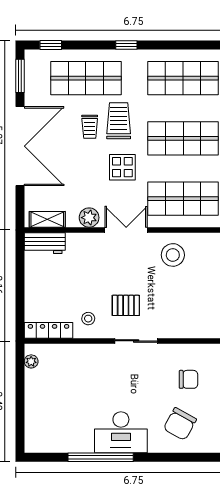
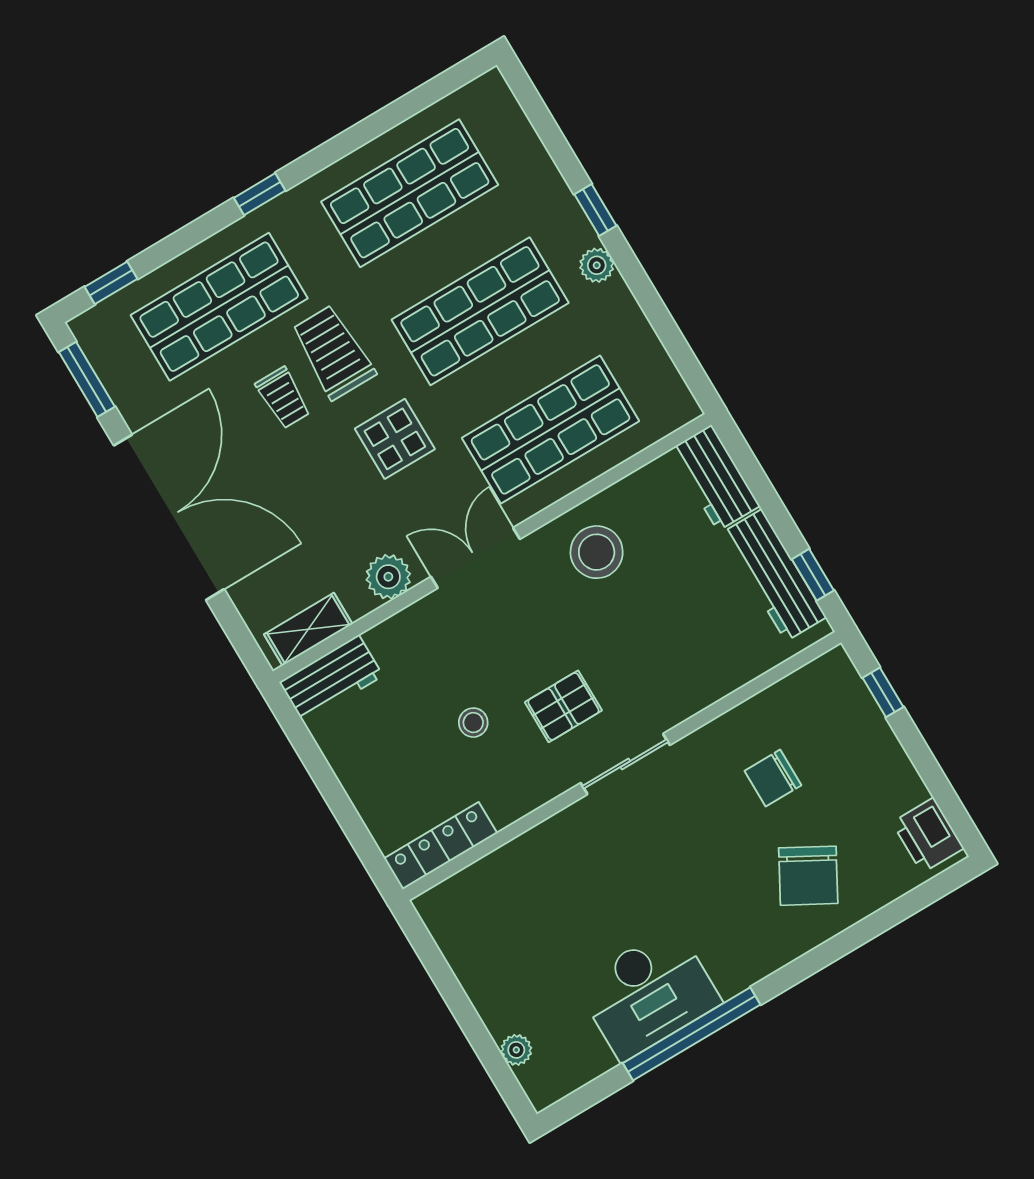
stool: (88, 319) -> (473, 723), moved
plant: (31, 361) -> (516, 1050), moved
chair: (188, 379) -> (773, 778), turned 180
desk: (121, 432) -> (648, 993), moved

